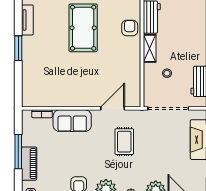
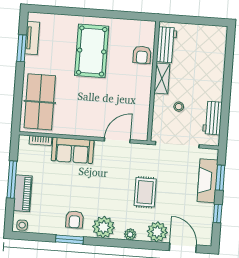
armchair: (130, 28) -> (142, 55), turned 180
window: (18, 48) -> (22, 48), moved
table tennis table: (39, 78) -> (40, 102), added
rug: (124, 142) -> (145, 192), moved

